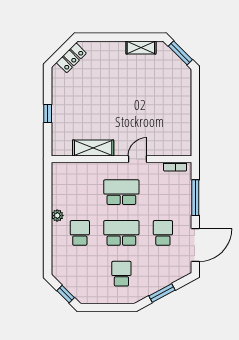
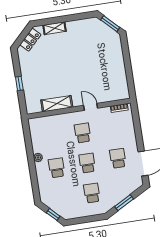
shelving: (141, 47) -> (54, 28), moved
door: (137, 159) -> (91, 107), hinge flipped
school desk: (121, 192) -> (83, 133), width x0.54
window: (195, 198) -> (138, 129), removed
school desk: (121, 233) -> (87, 163), width x0.54

